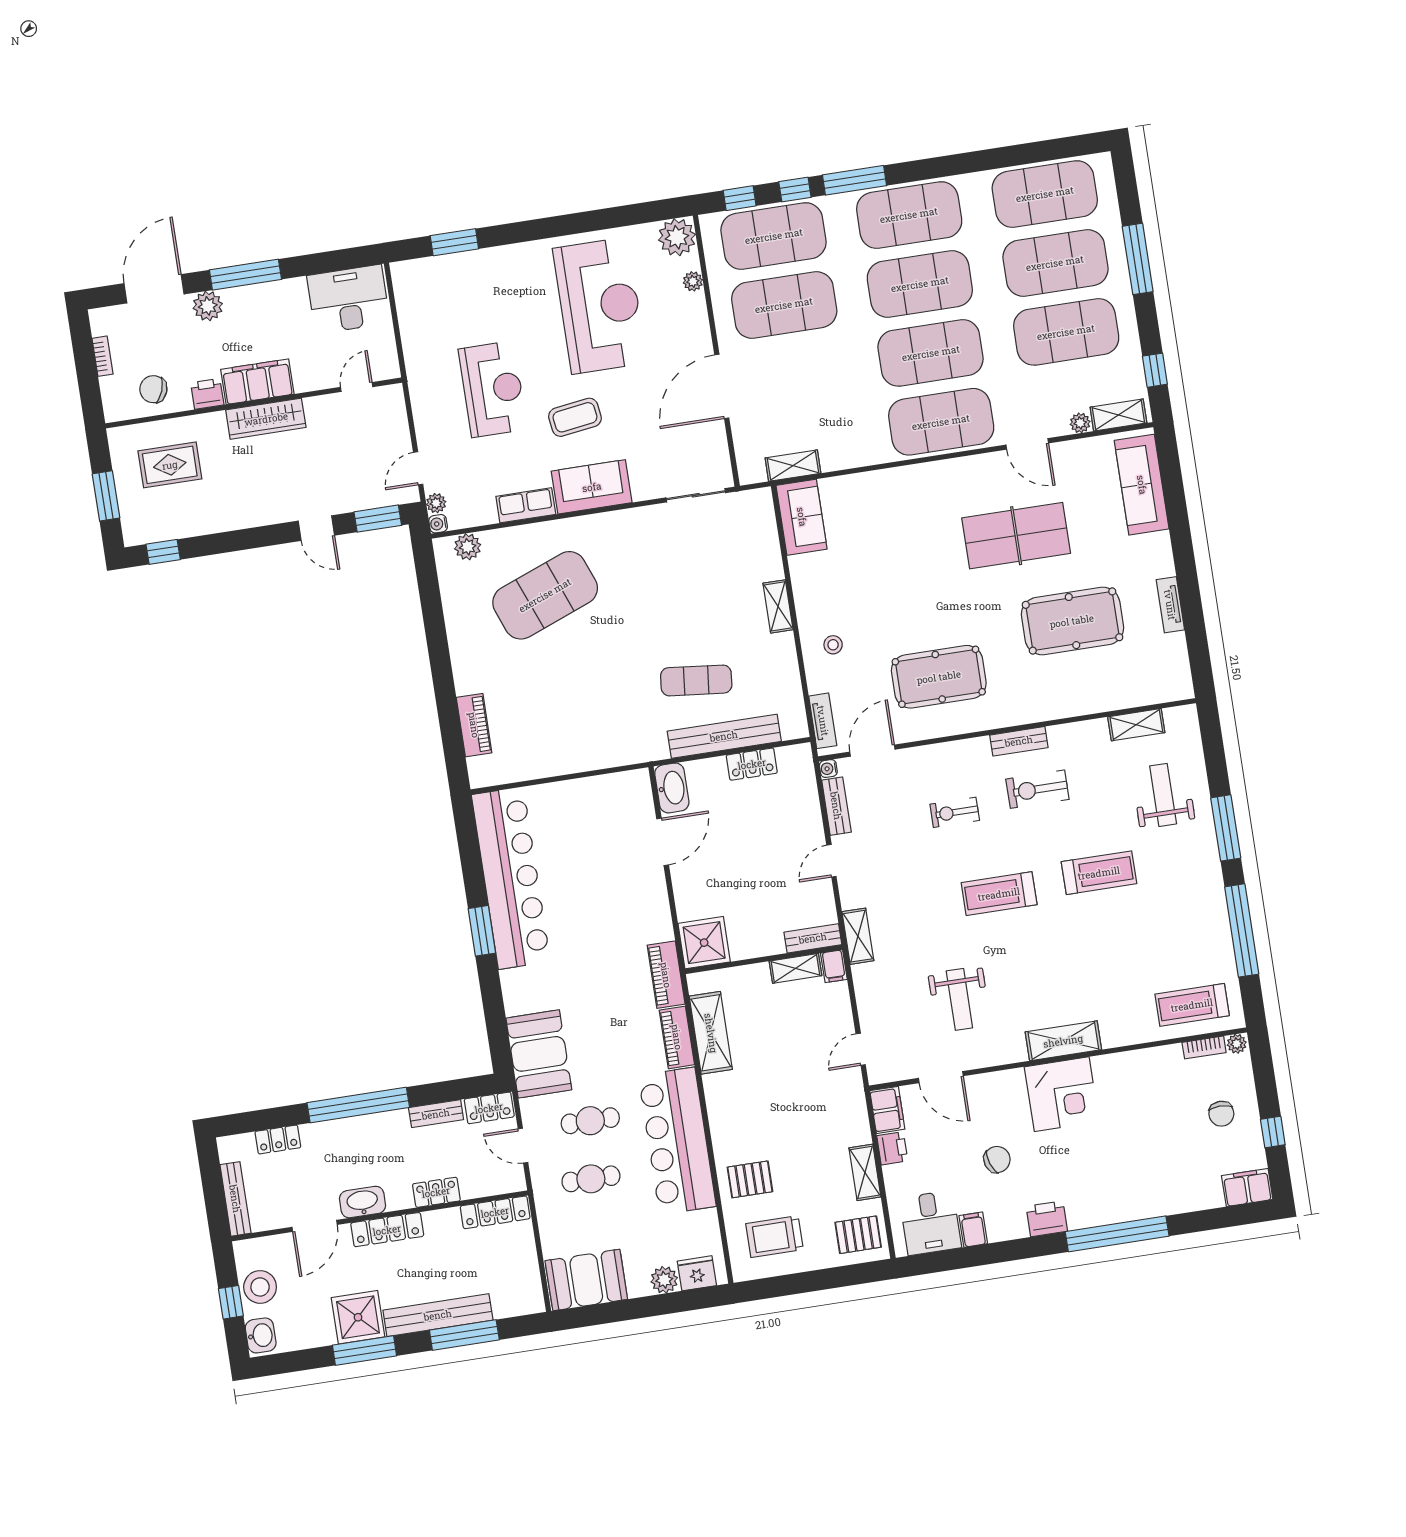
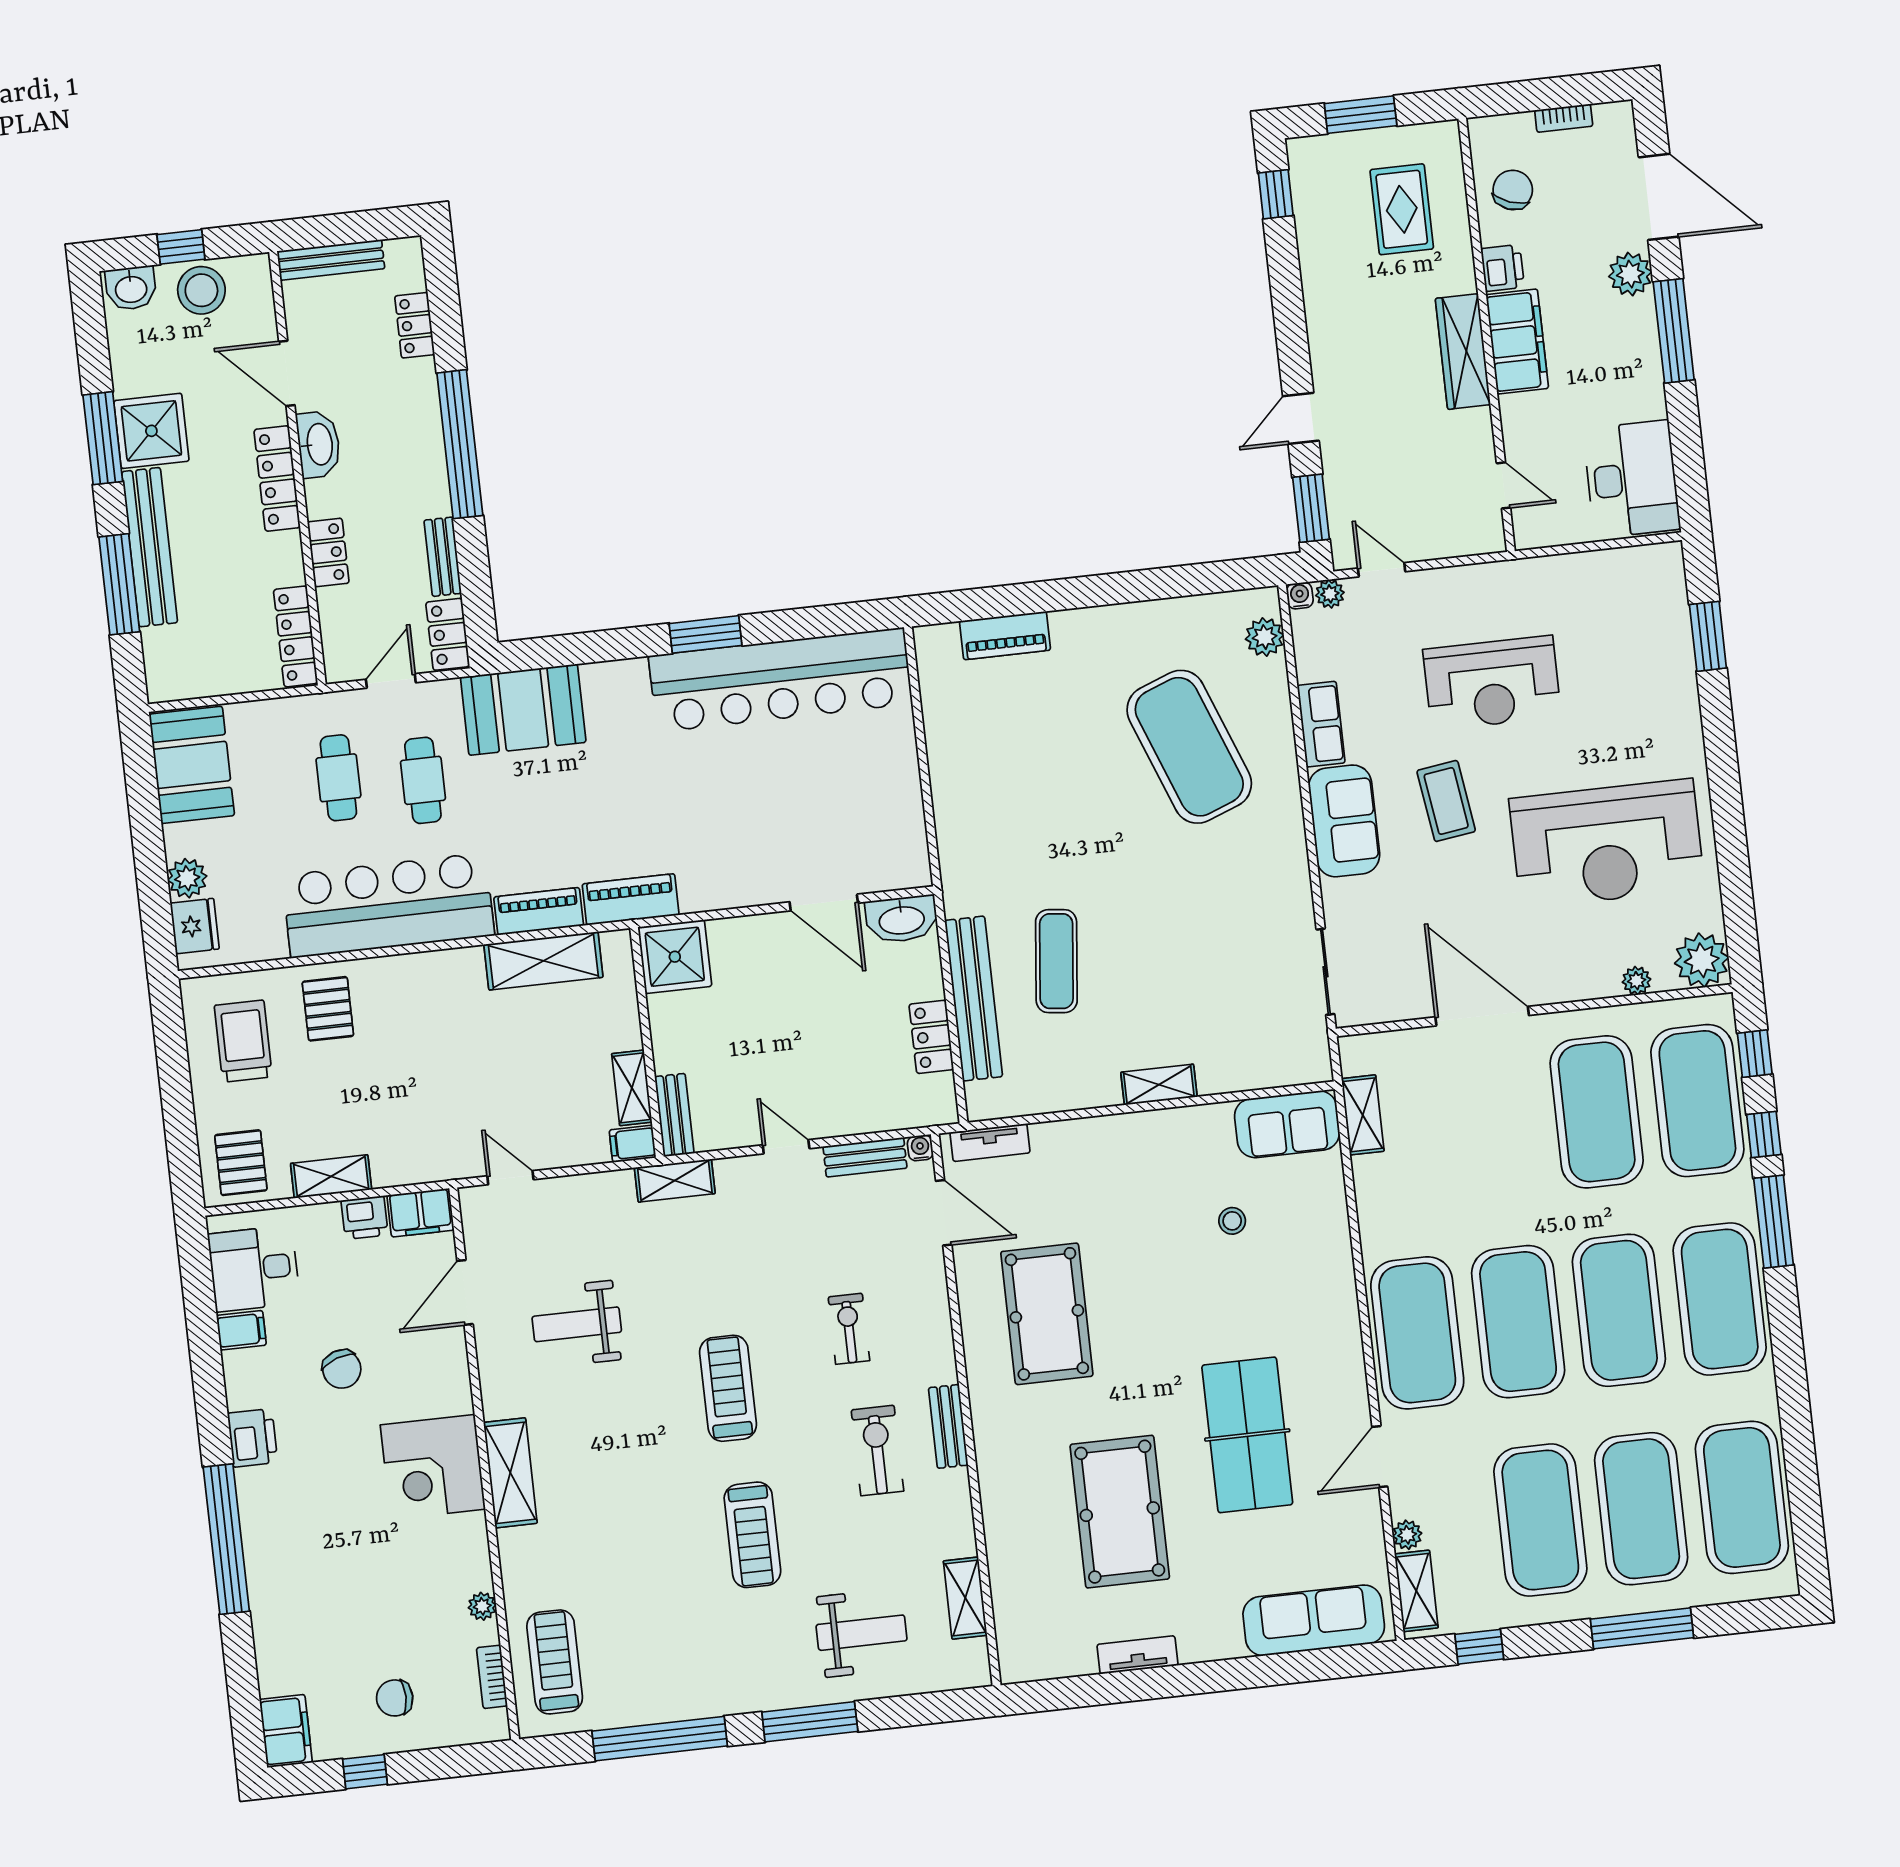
stool: (833, 645) -> (1232, 1221), moved
plant: (1237, 1044) -> (482, 1606), moved

